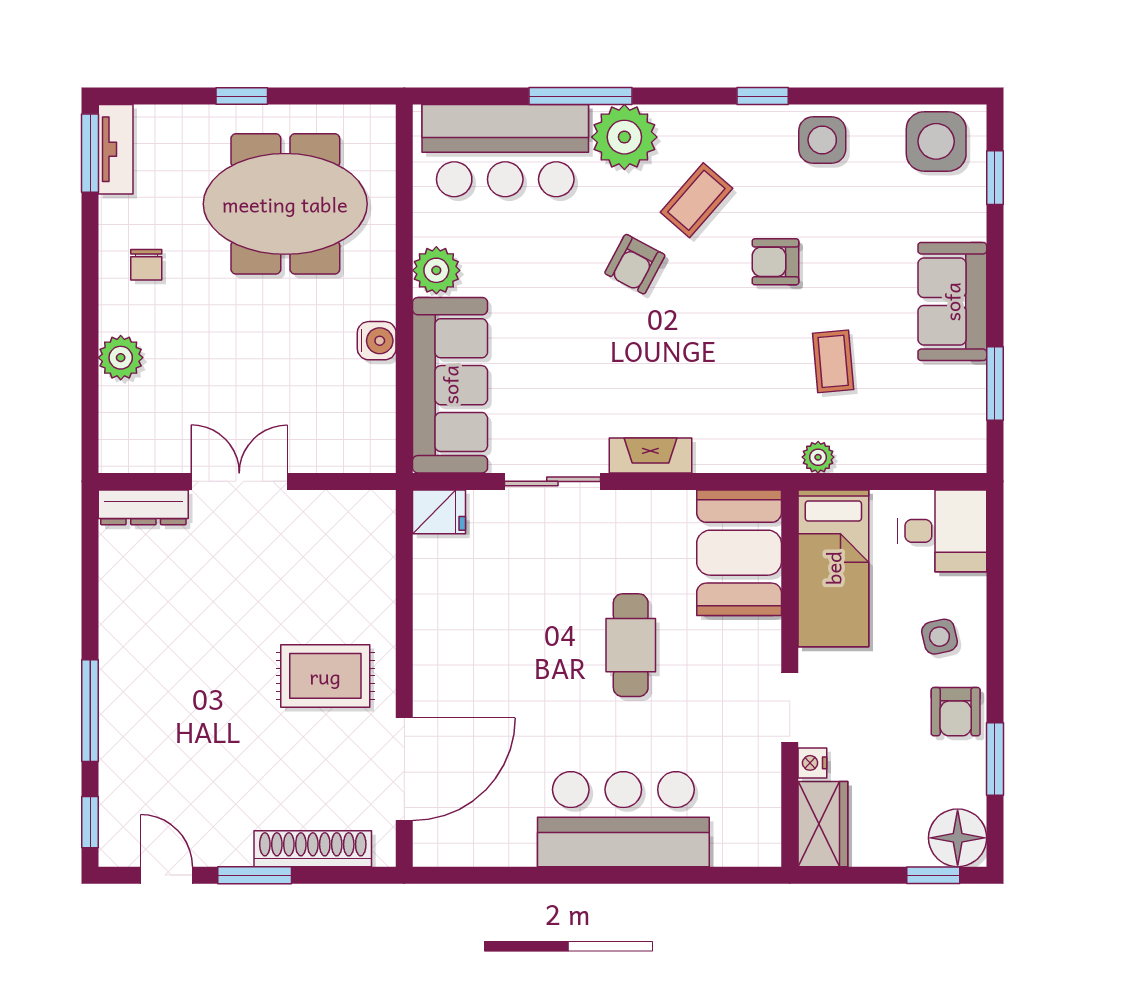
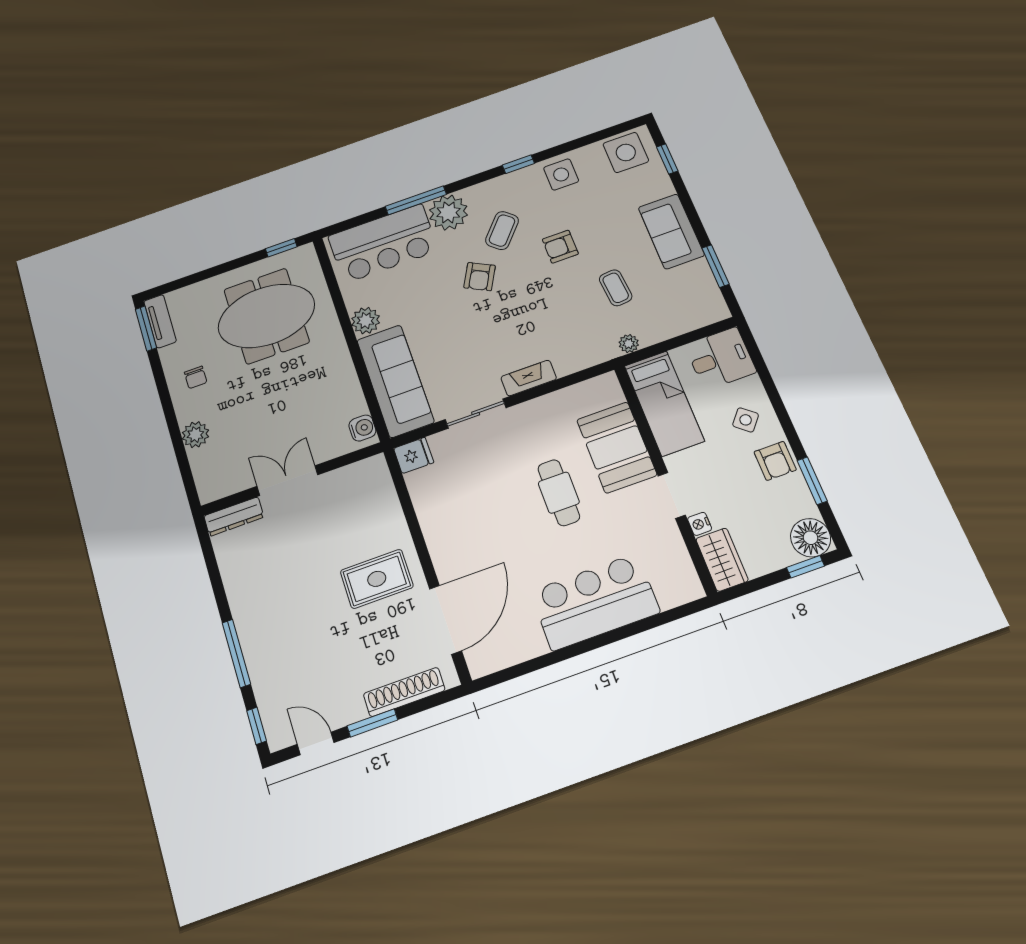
window: (242, 96) -> (281, 248), moved
water cooler: (377, 341) -> (362, 428), moved
booth: (739, 553) -> (617, 447), moved
side table: (939, 637) -> (746, 420), turned -37

